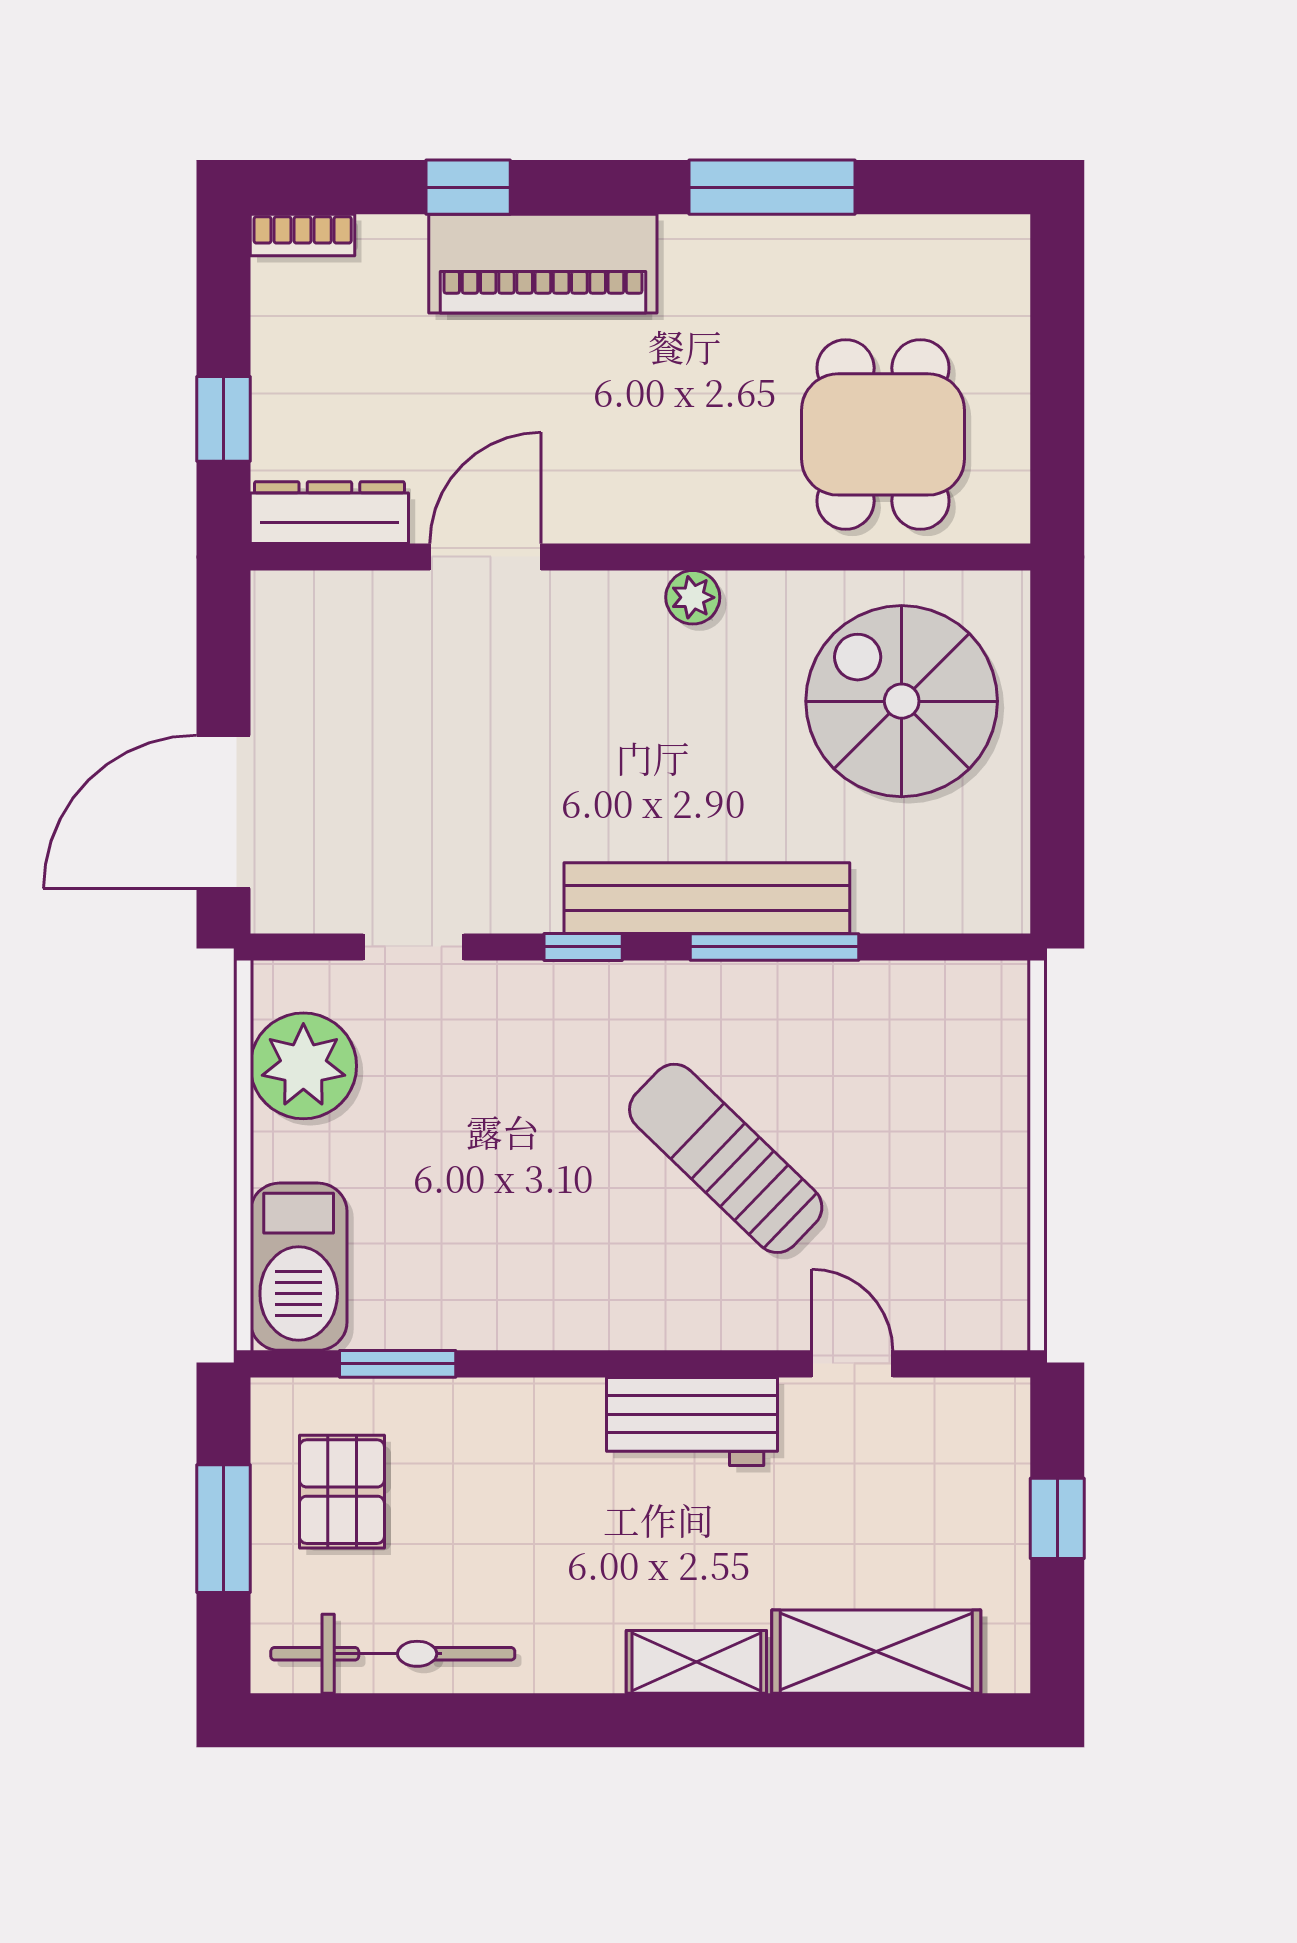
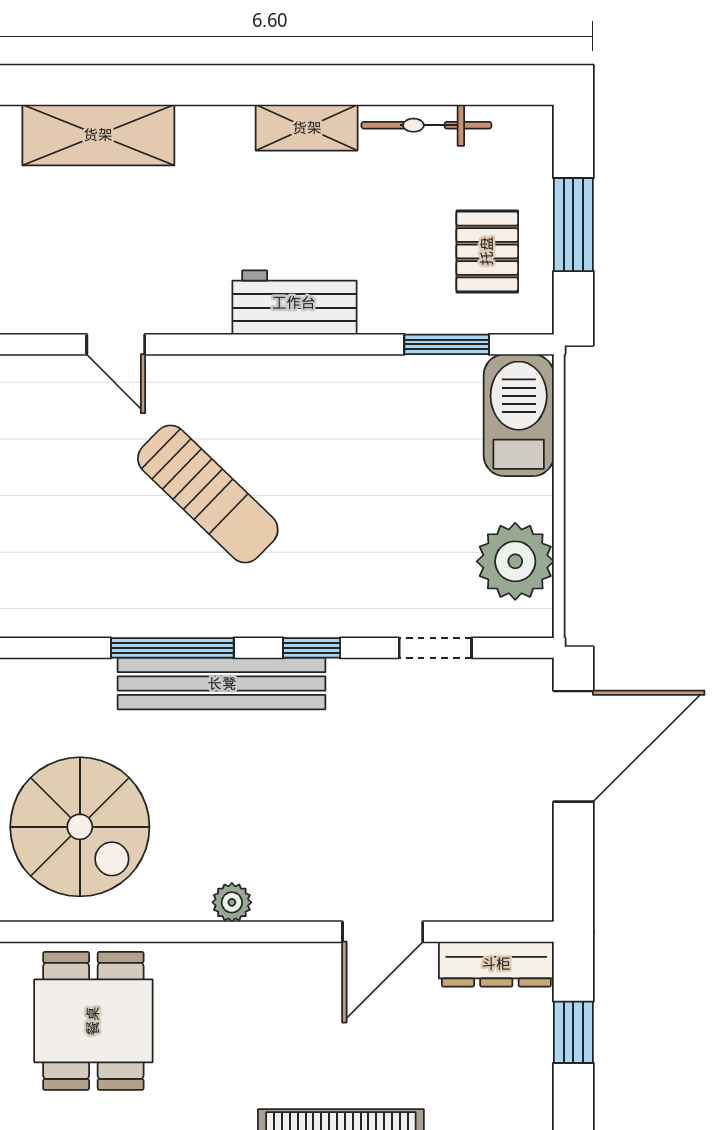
workbench: (692, 1421) -> (294, 303), moved
bicycle: (393, 1654) -> (426, 125), width x0.73, depth x0.71
shelving: (696, 1662) -> (307, 128), moved

